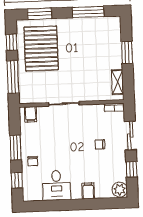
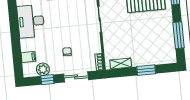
desk: (56, 185) -> (31, 21), width x1.37
plant: (120, 190) -> (43, 69), moved
filing cabinet: (88, 191) -> (28, 57), moved

